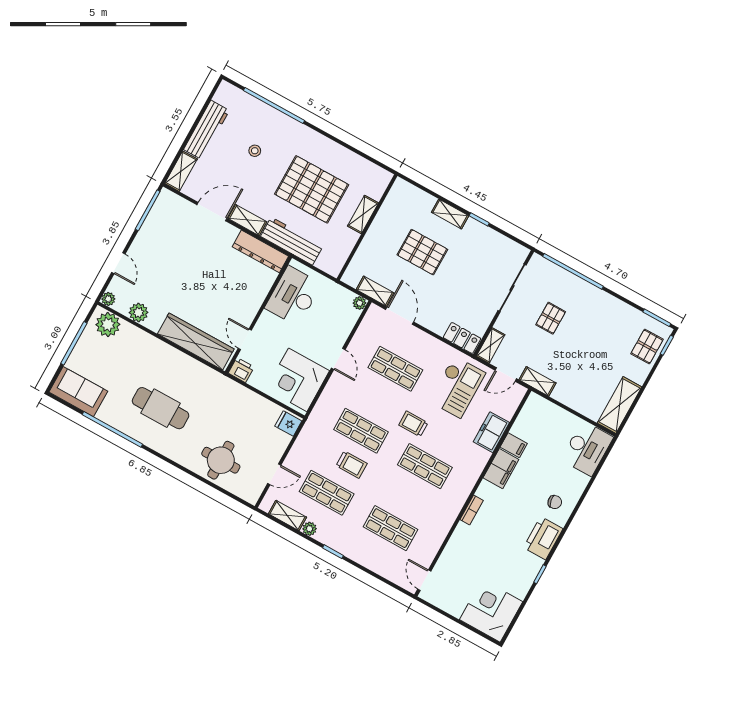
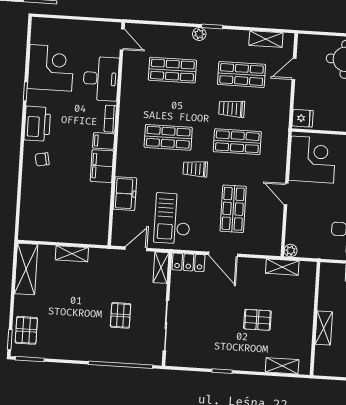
shelving: (450, 214) -> (282, 366), moved
pallet: (422, 252) -> (257, 320), width x0.67, depth x0.71
door: (400, 316) -> (223, 254), moved
shop shelf: (395, 369) -> (233, 209), turned 90
shelving: (537, 381) -> (72, 254), moved
trolley: (413, 424) -> (195, 169), turned 180
filing cabinet: (514, 445) -> (104, 141), moved
desk: (587, 448) -> (101, 79), moved, turned 180
plant: (310, 529) -> (199, 34), moved
corner desk: (491, 611) -> (51, 68), moved, turned -90

